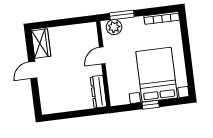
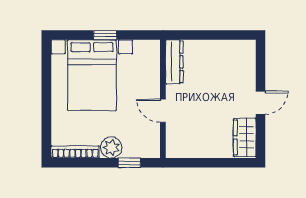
window: (122, 15) -> (129, 163), width x0.67
plant: (114, 27) -> (111, 147), moved
door: (102, 55) -> (163, 111), swing flipped

